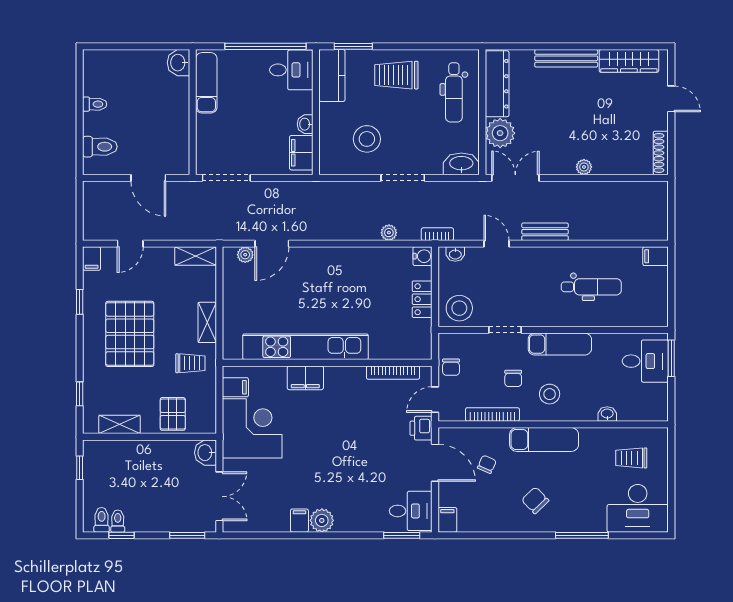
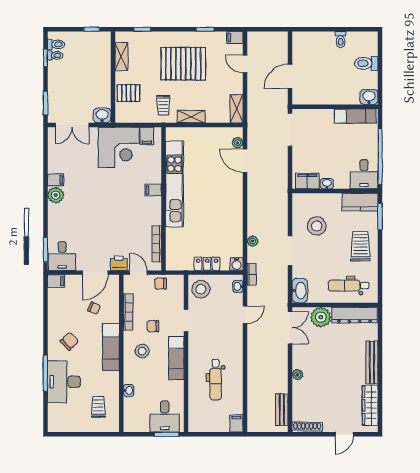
toilet: (100, 147) -> (366, 63), moved, turned 90
bench: (545, 232) -> (282, 410), moved
filing cabinet: (305, 378) -> (153, 190), width x0.50
desk: (638, 508) -> (64, 382), moved

